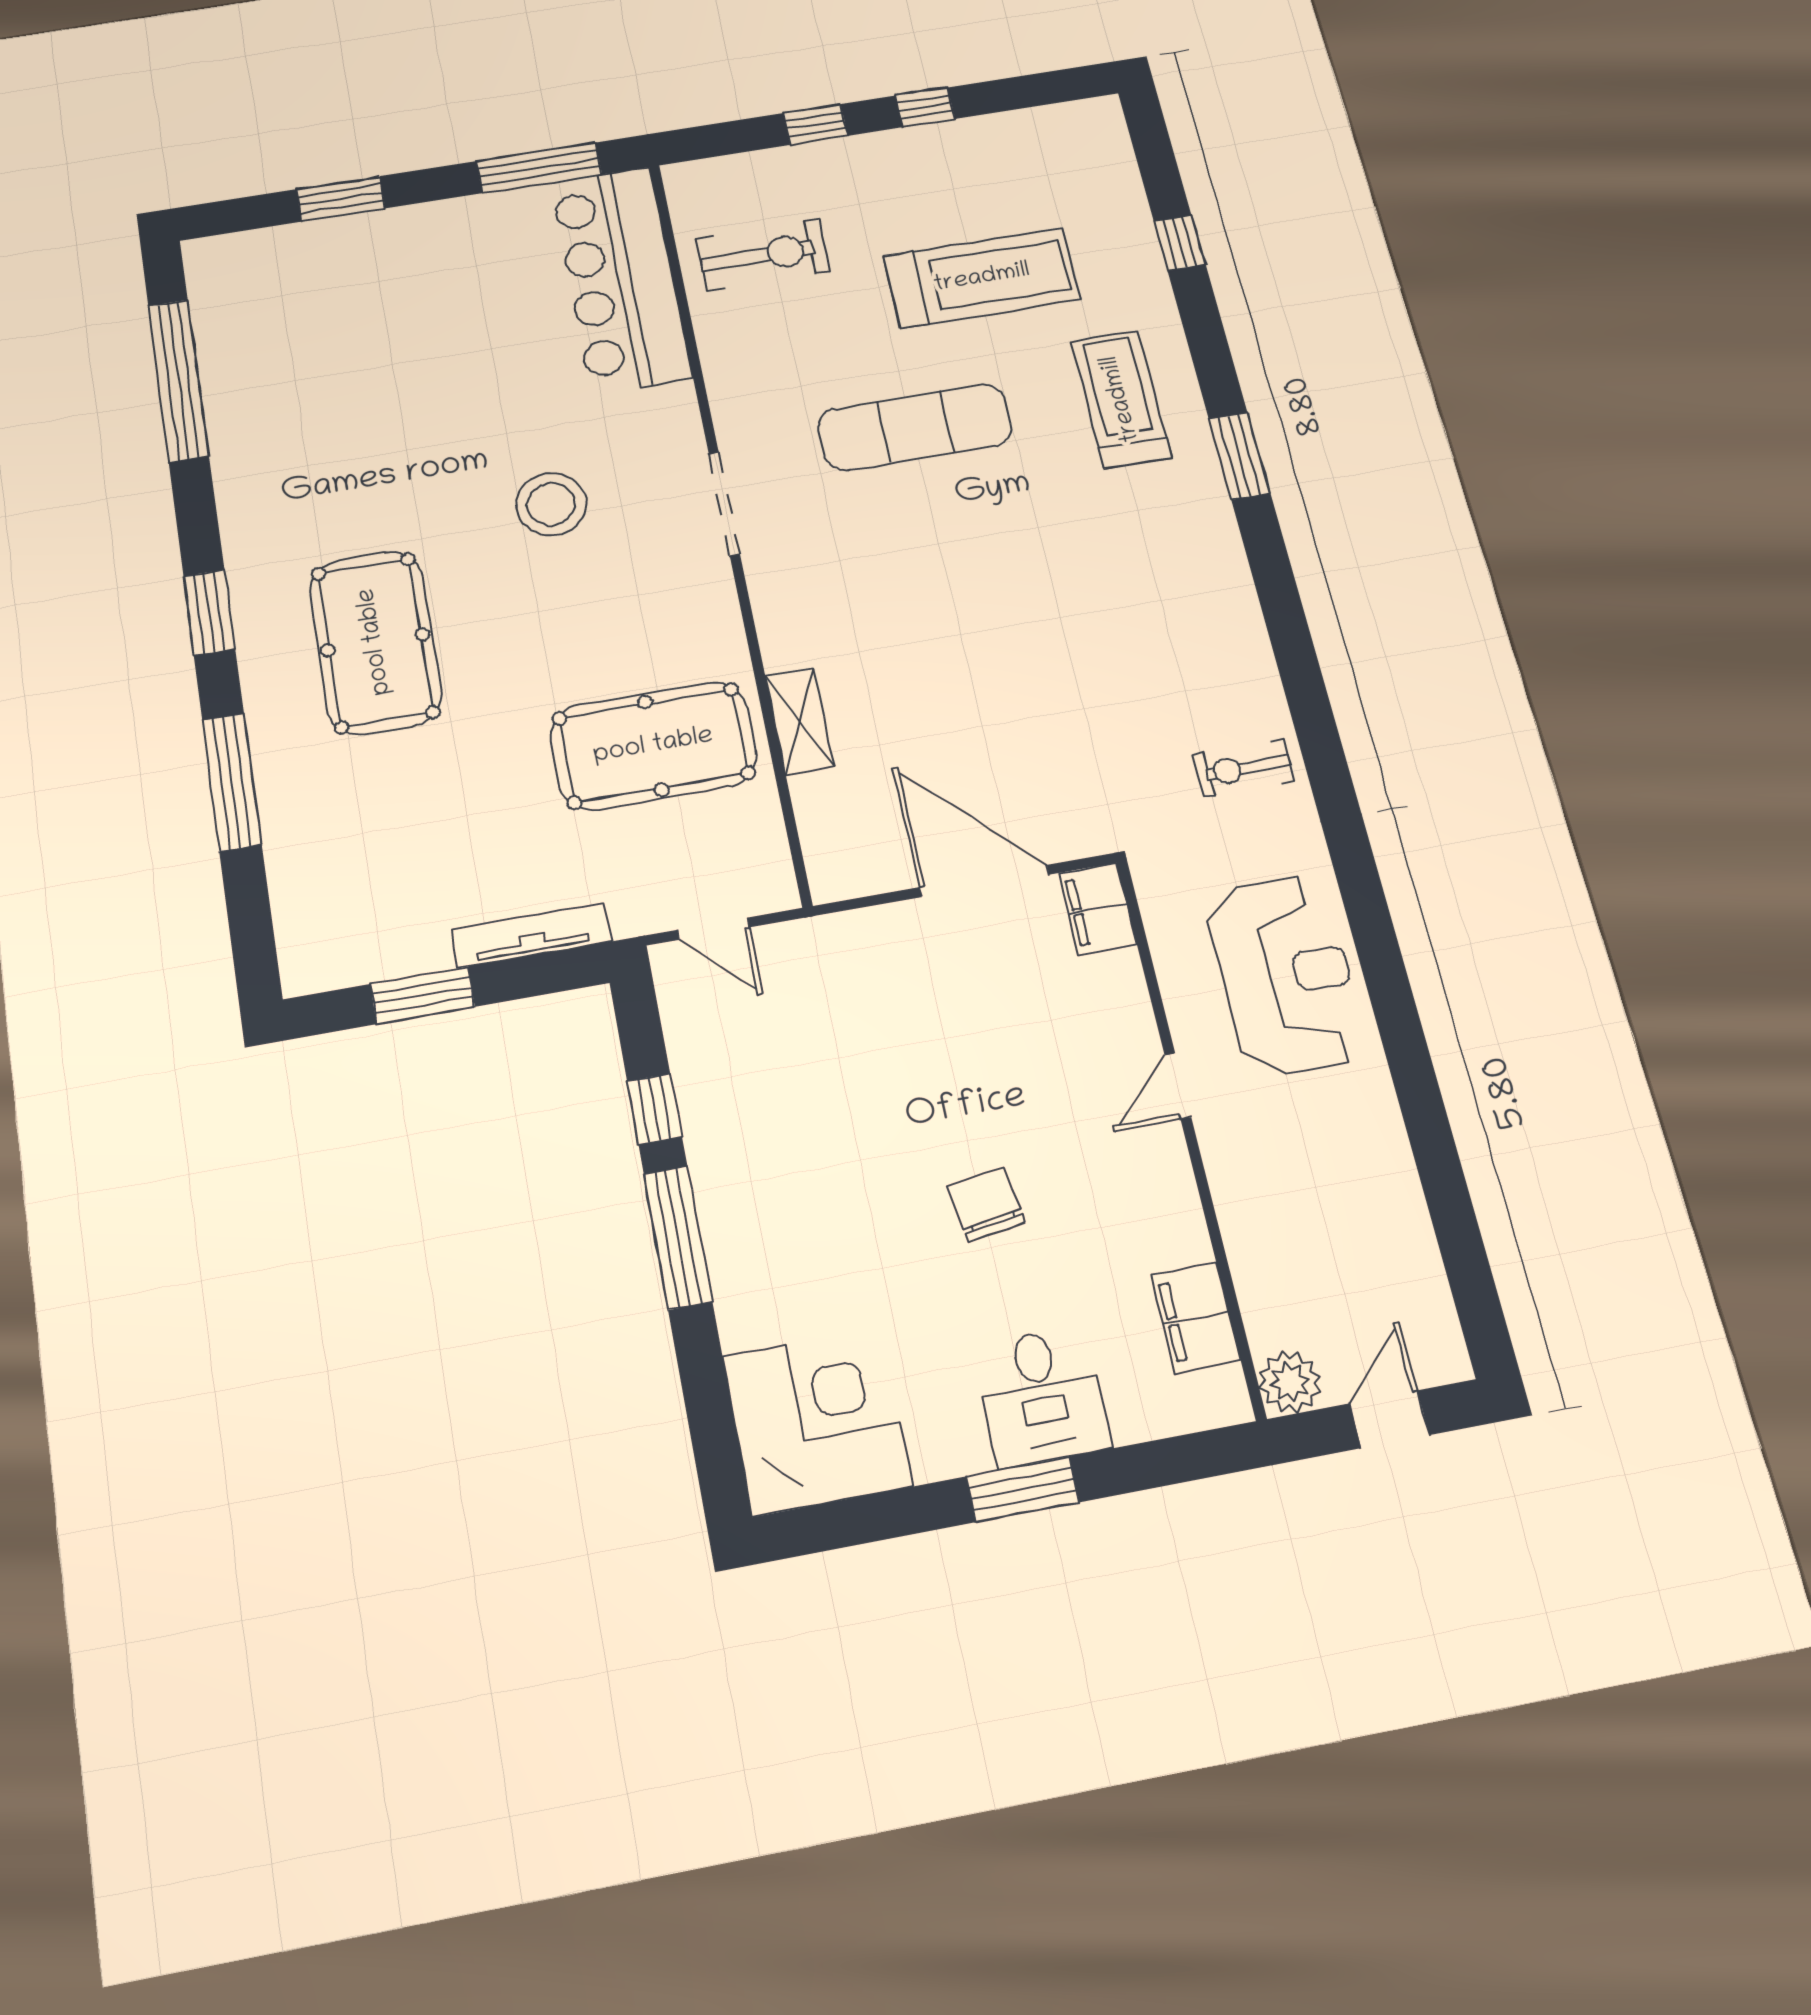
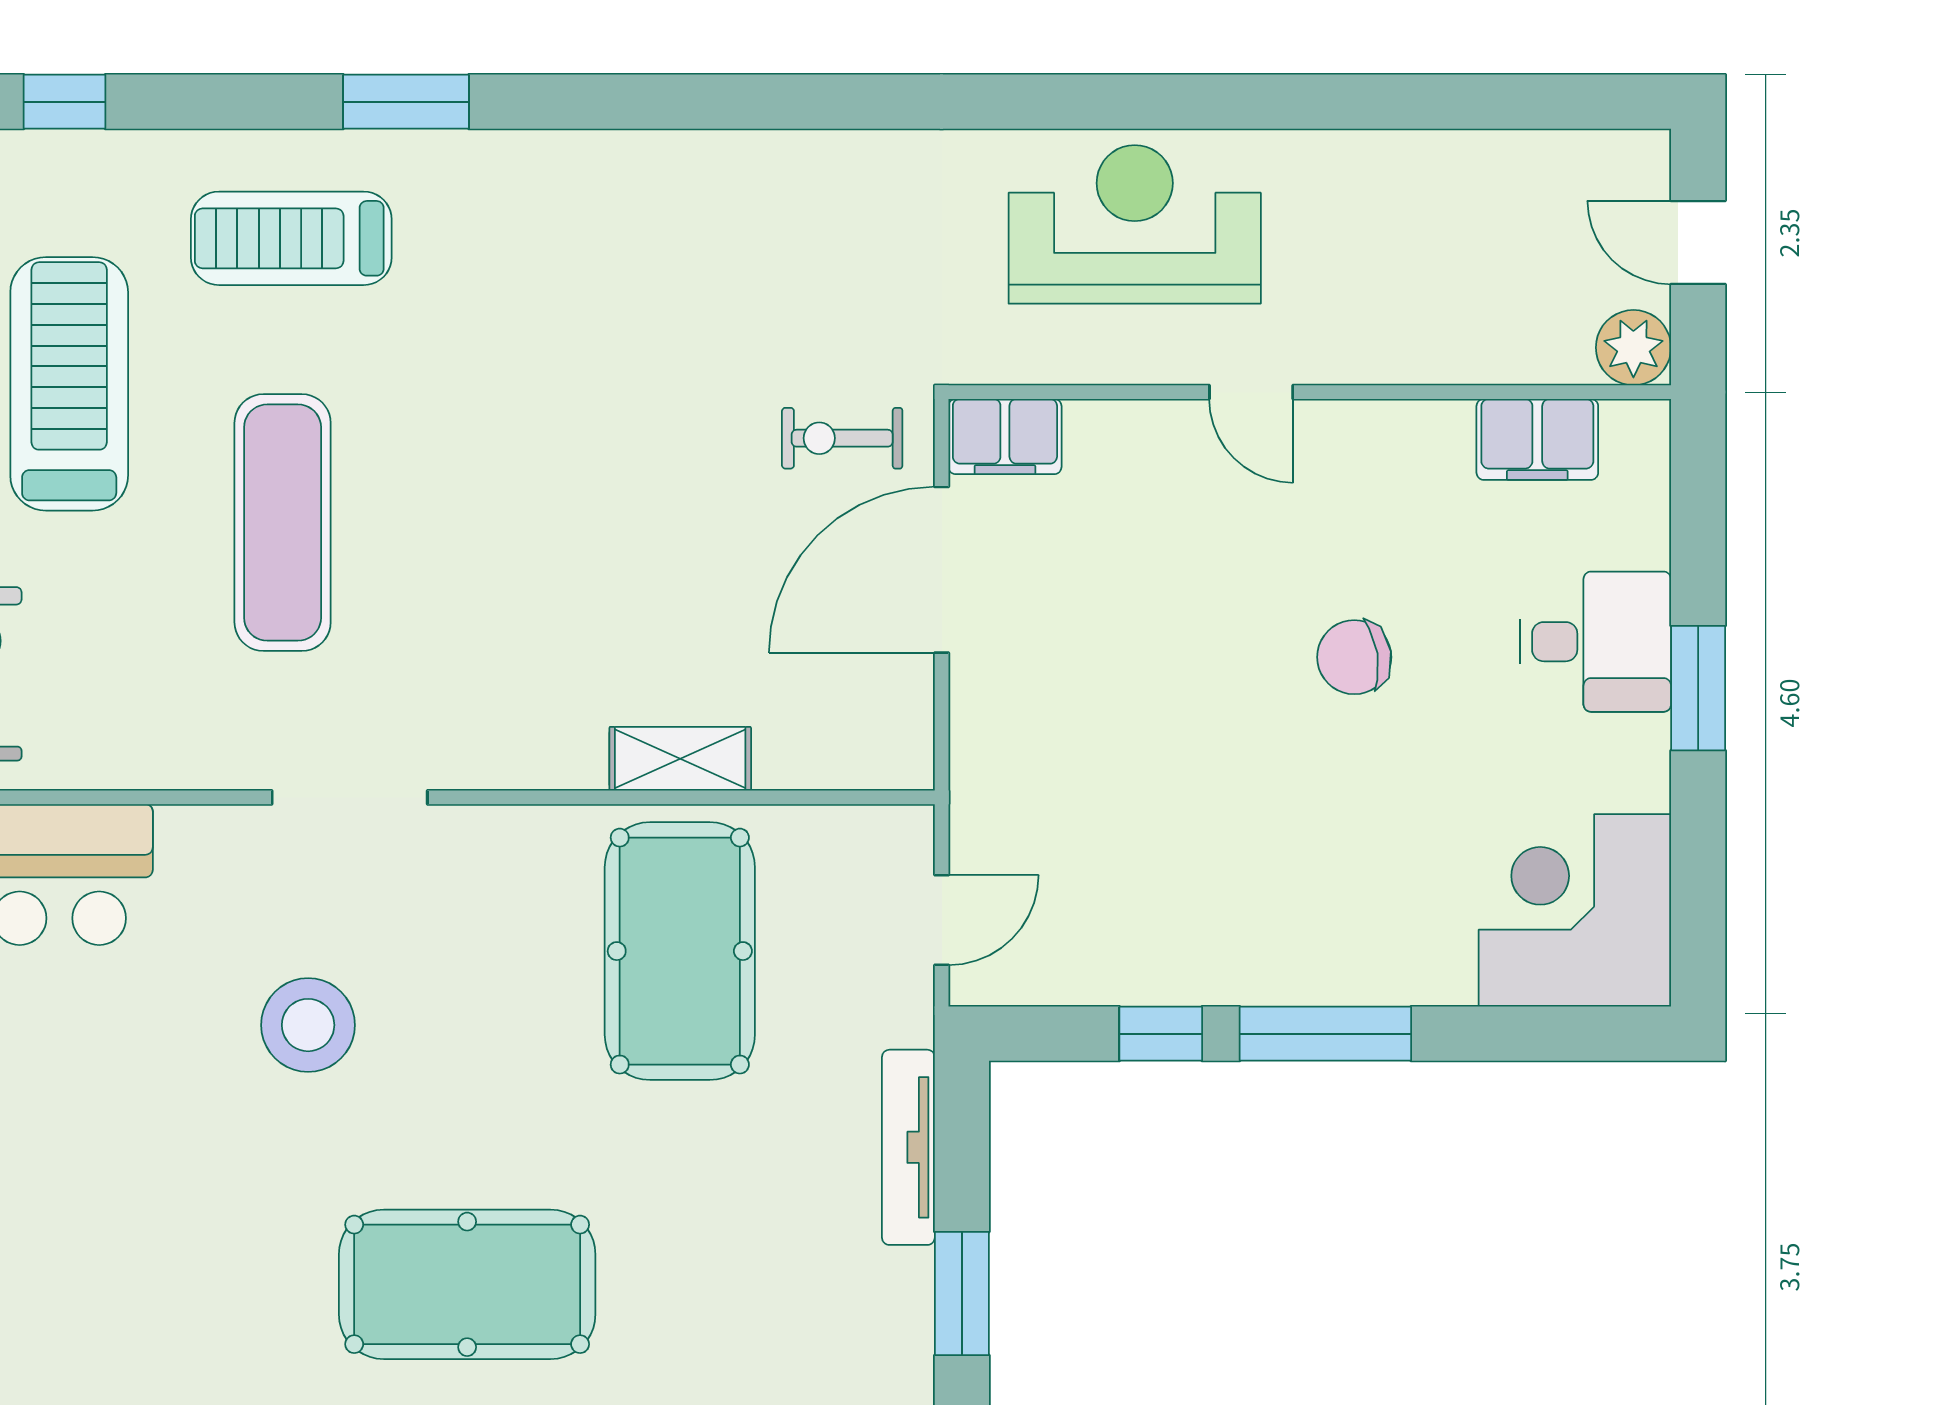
exercise bike: (1244, 768) -> (842, 438), moved, turned 90

